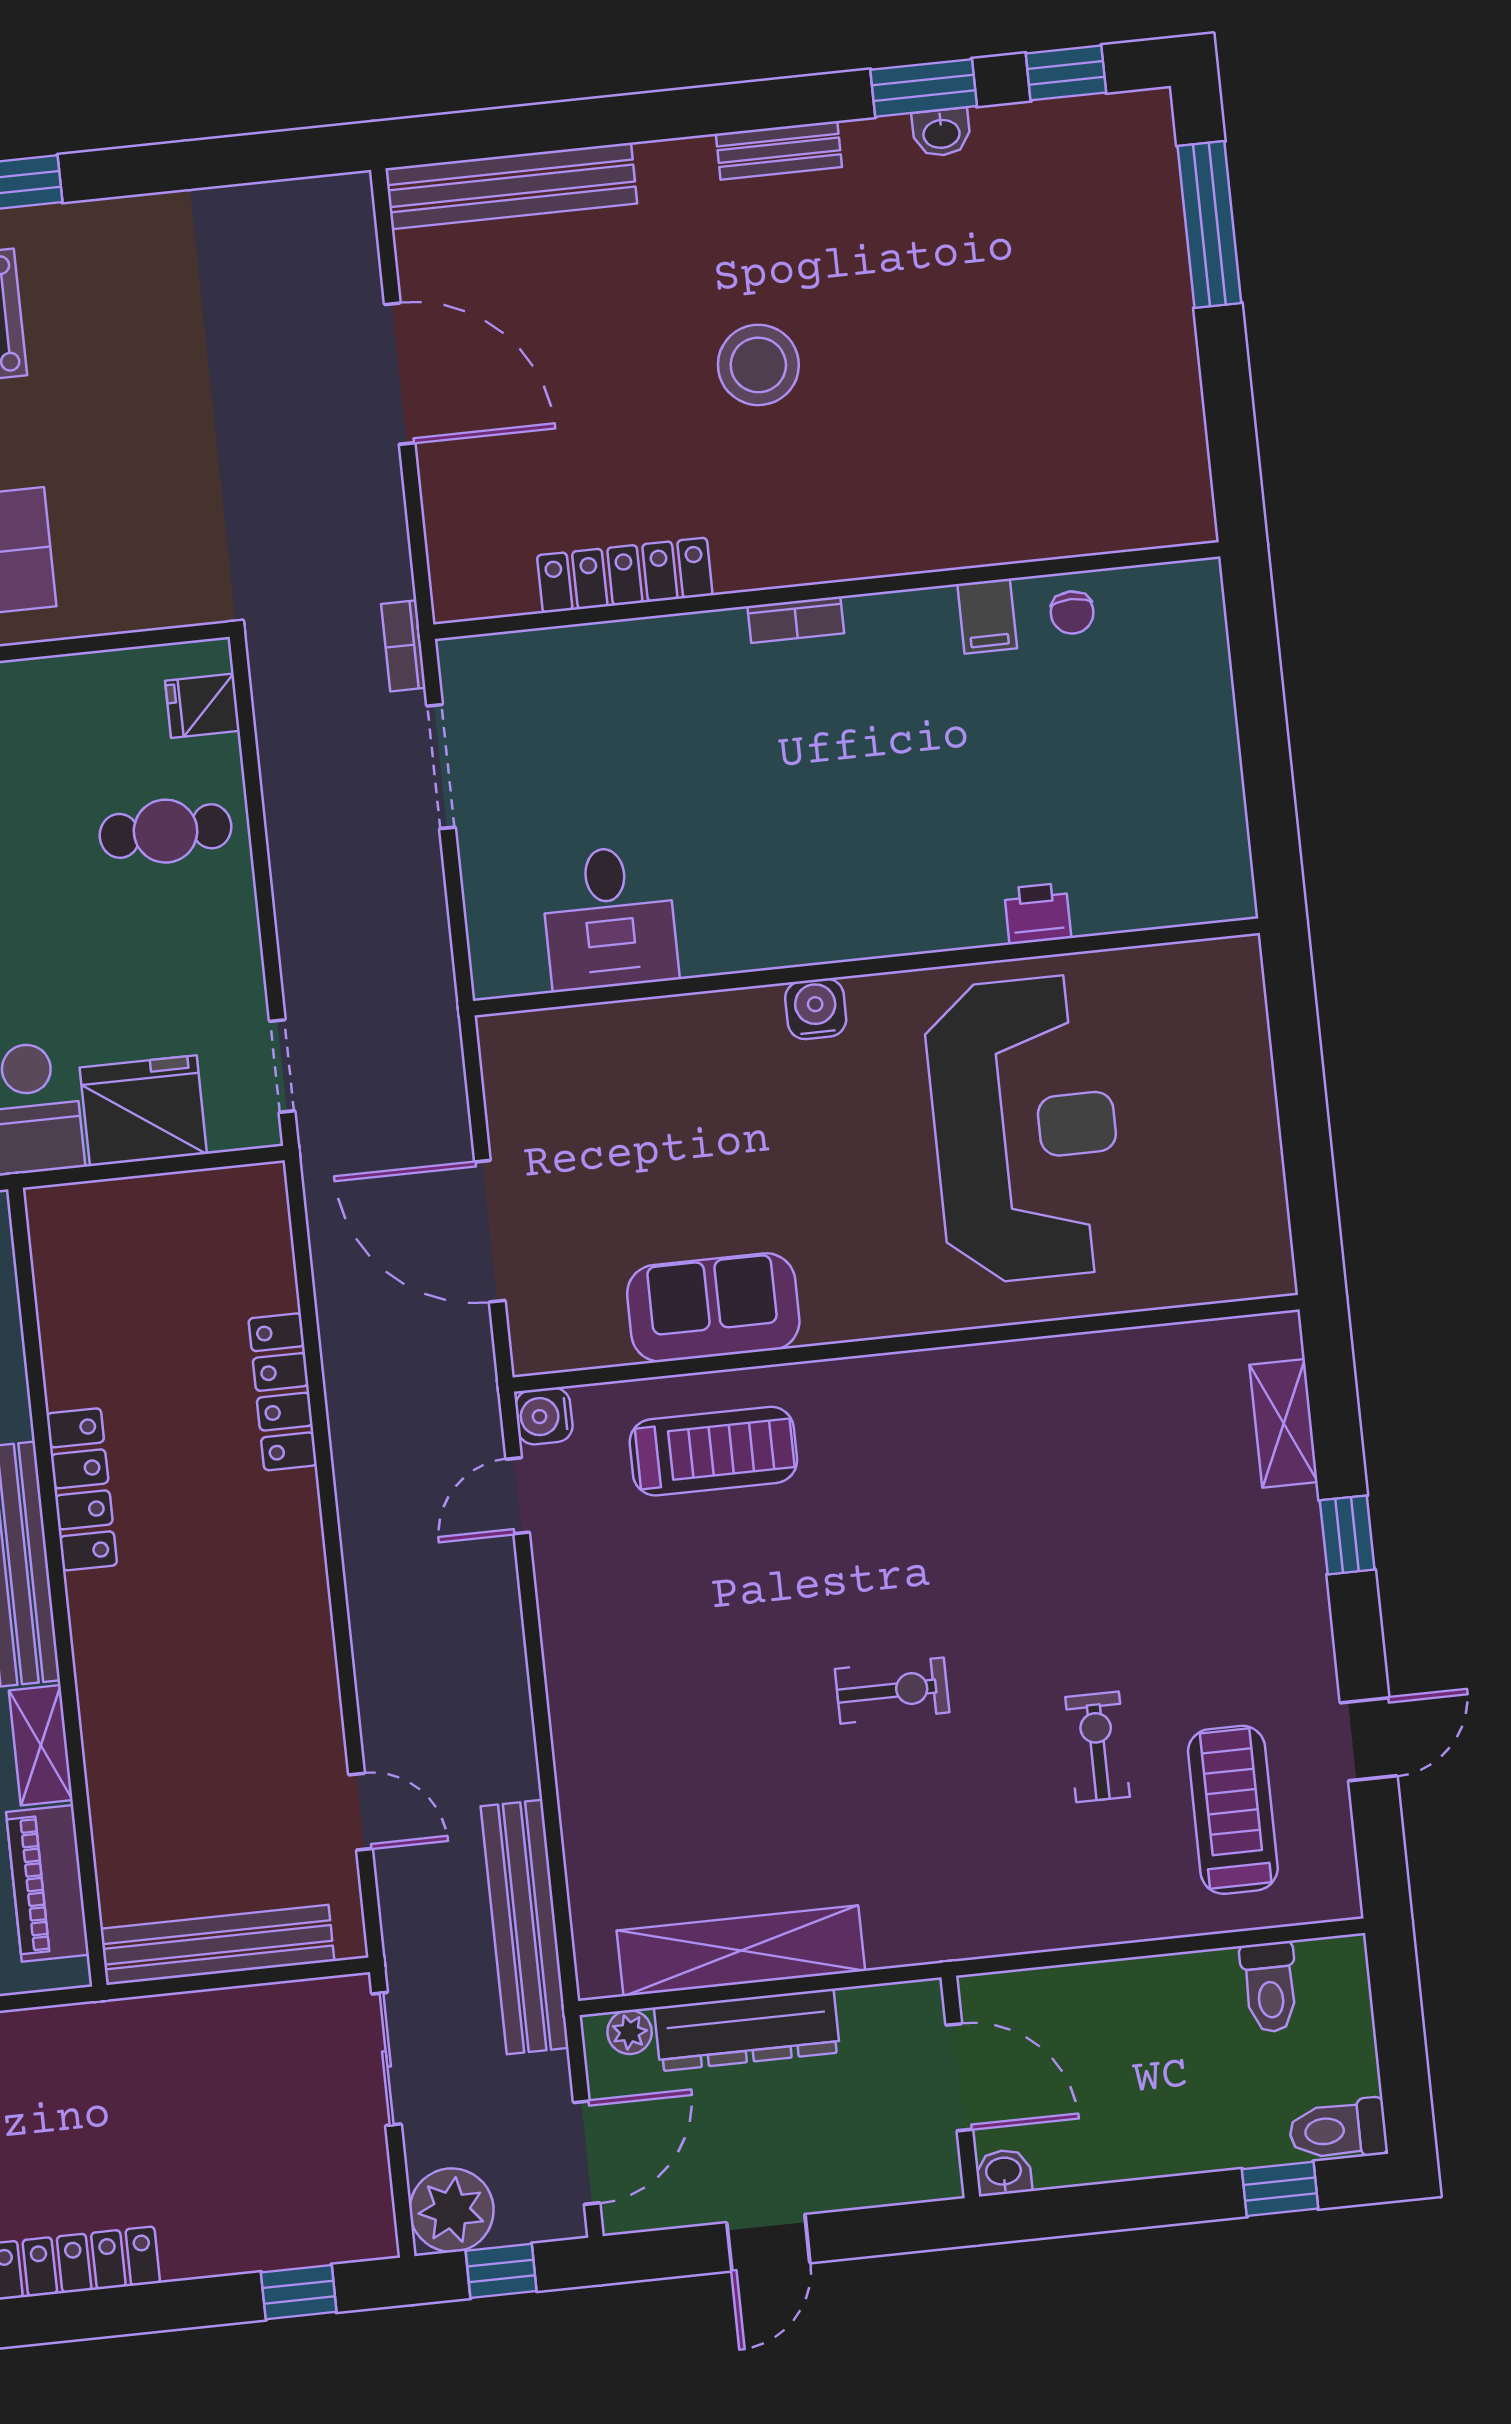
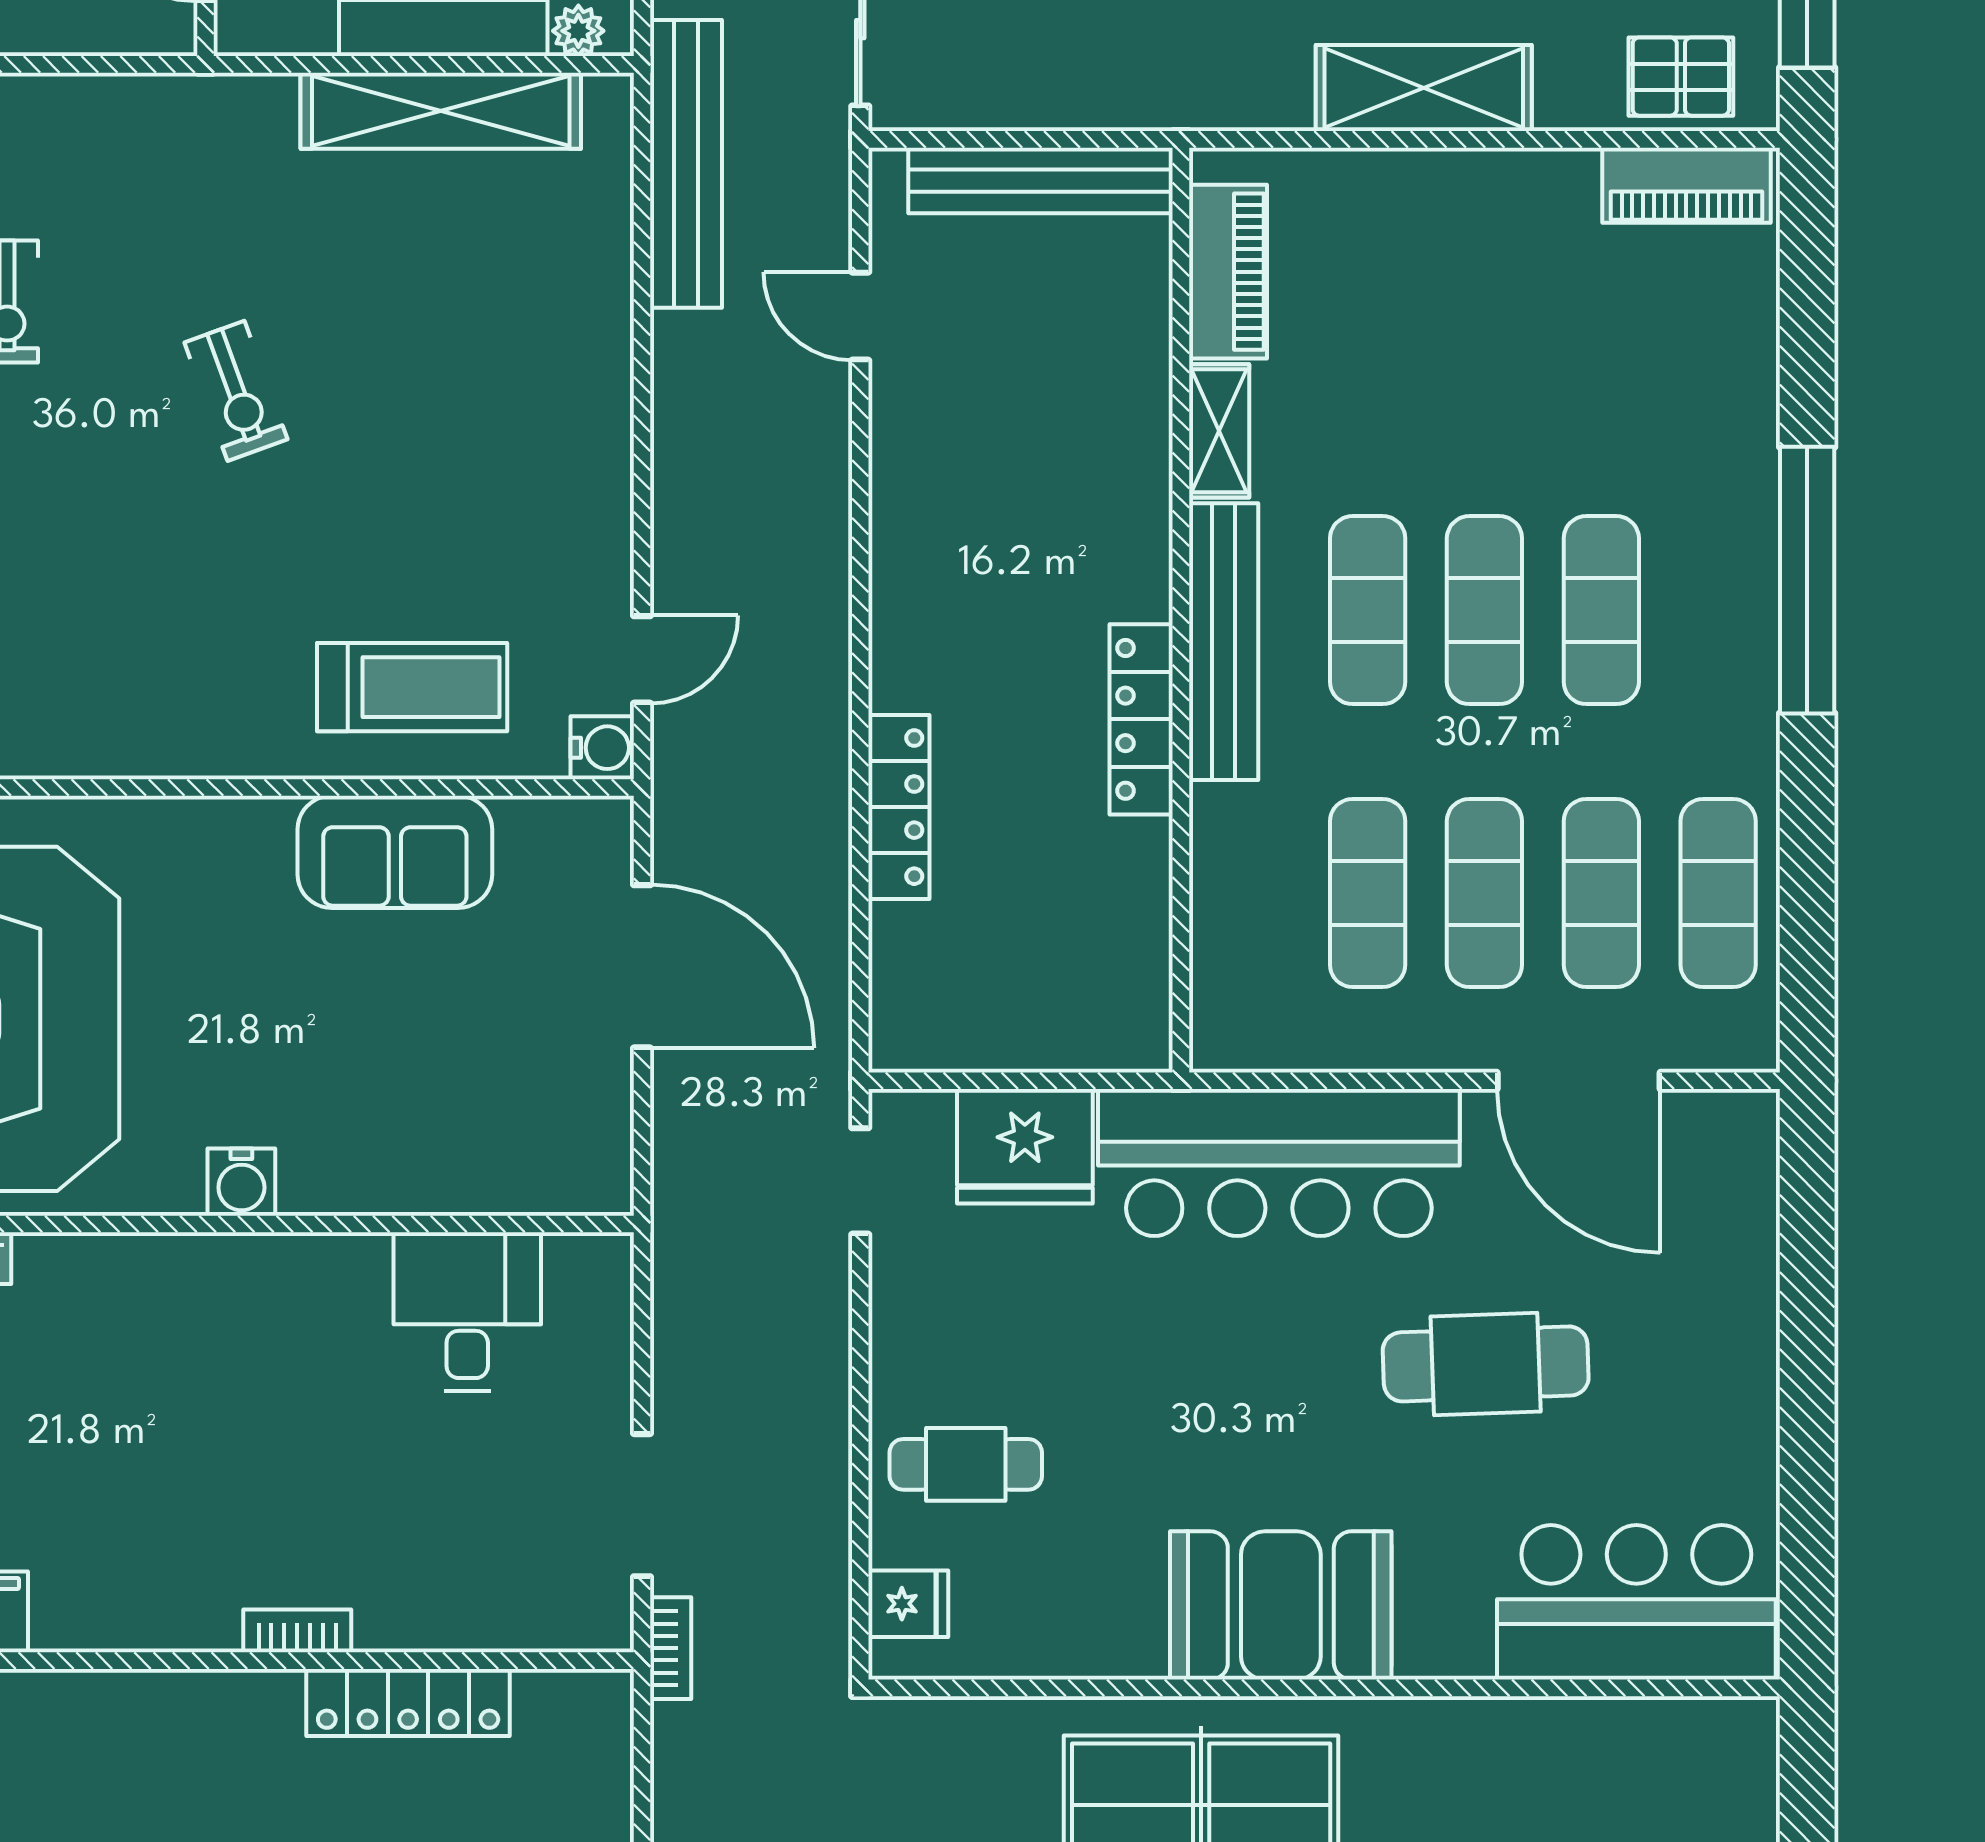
bookcase: (796, 620) -> (297, 1631), moved
treadmill: (713, 1451) -> (412, 687), turned 180
exercise bike: (892, 1691) -> (236, 391), turned -110

